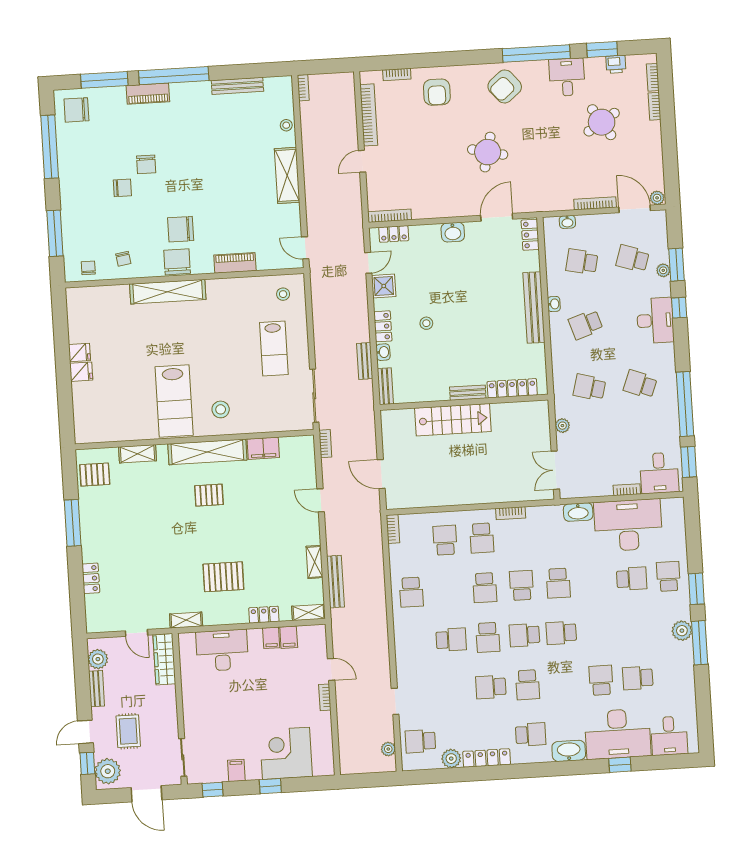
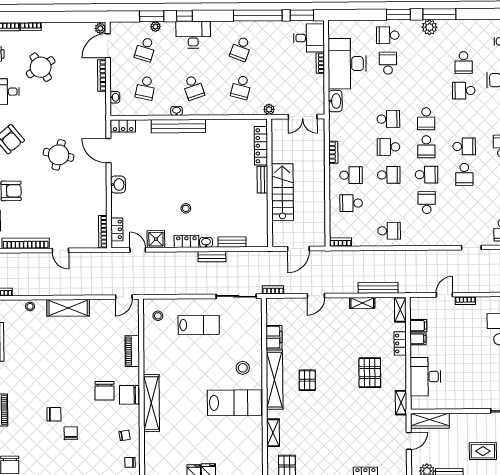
locker: (512, 388) -> (261, 146), moved
bench: (468, 393) -> (262, 180), moved
wall: (464, 402) -> (270, 183), moved
stairs: (453, 420) -> (282, 192), moved

